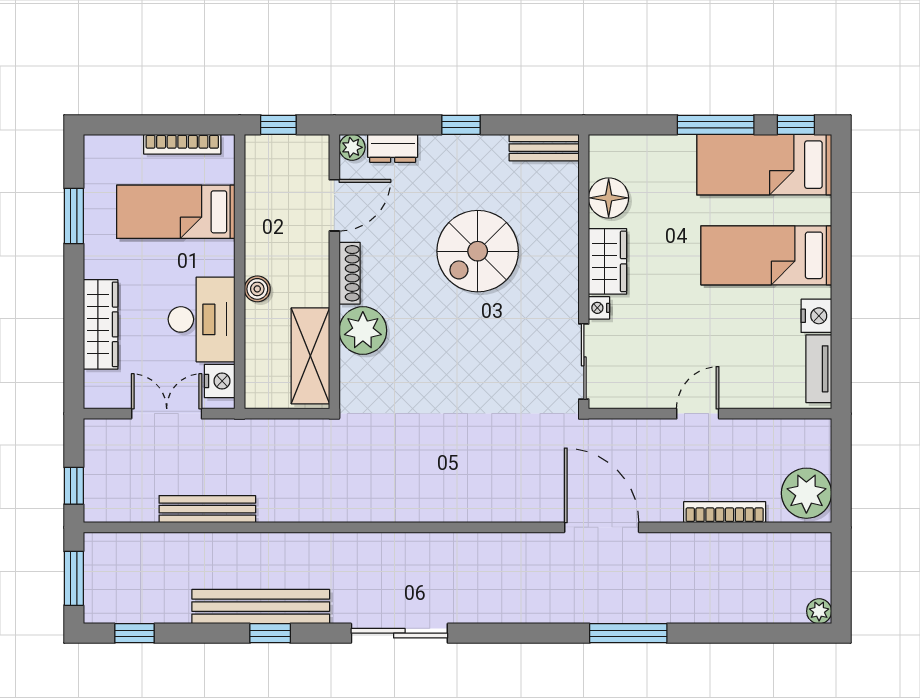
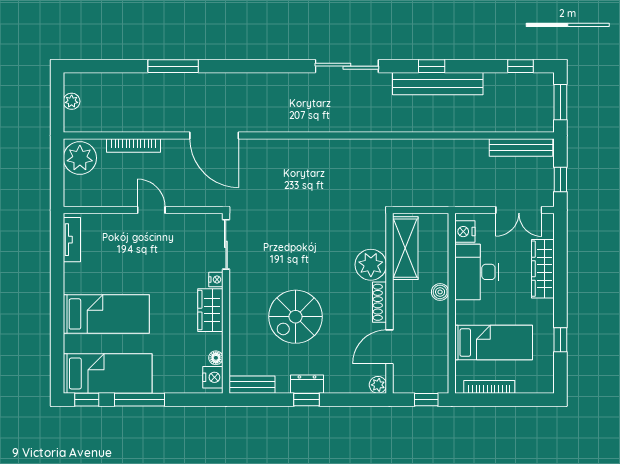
dresser: (393, 148) -> (307, 384), moved
floor lamp: (609, 198) -> (216, 358), width x0.53, depth x0.53
window: (74, 216) -> (560, 340), width x0.67
spiral stairs: (478, 251) -> (296, 317), turned 180
nightstand: (816, 316) -> (213, 377), moved, turned 180
double door: (167, 414) -> (519, 210), moved
door: (698, 414) -> (151, 210), swing flipped
window: (74, 486) -> (560, 179), moved
bench: (207, 509) -> (521, 148), moved
plant: (819, 611) -> (72, 101), moved
window: (628, 633) -> (173, 66), moved

